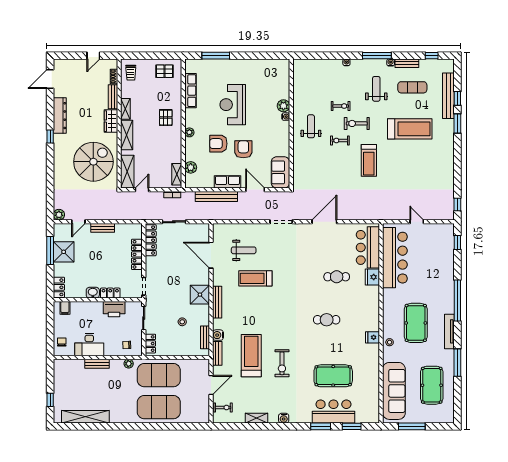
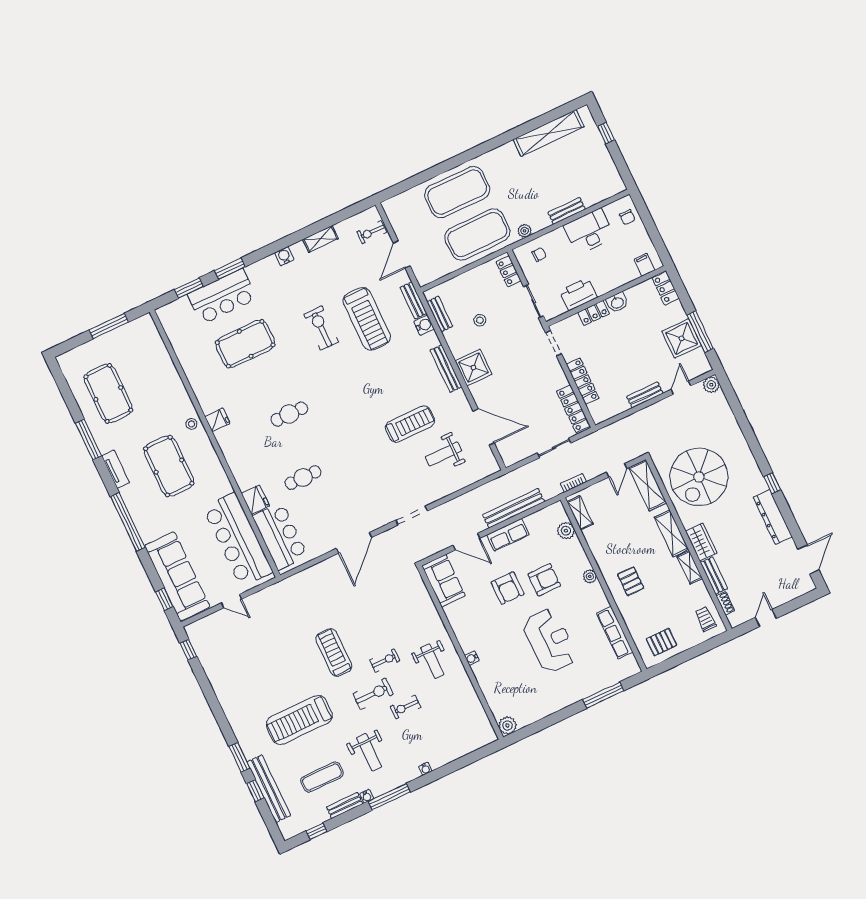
plant: (283, 106) -> (507, 725), moved
tv unit: (449, 331) -> (116, 469), width x0.71
sofa: (394, 391) -> (177, 576), moved, turned 180

